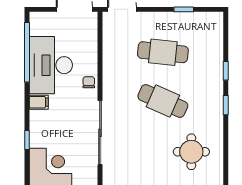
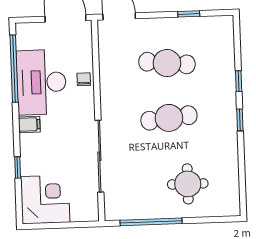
chair: (89, 82) -> (84, 79), moved
cafe table: (163, 101) -> (169, 118), turned -30
round table: (191, 152) -> (188, 184), moved

